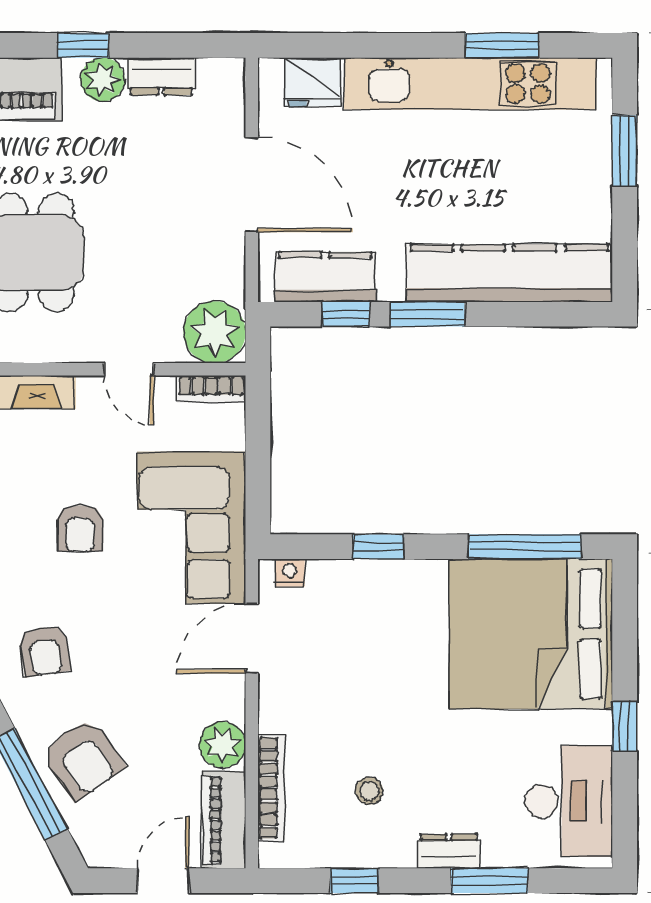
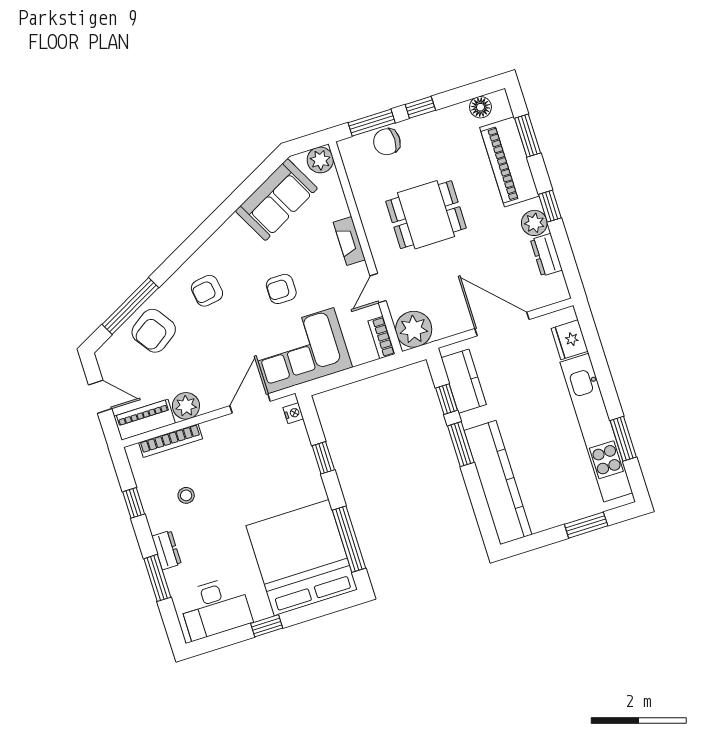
door: (252, 185) -> (502, 324), swing flipped
door: (252, 639) -> (250, 403), hinge flipped

